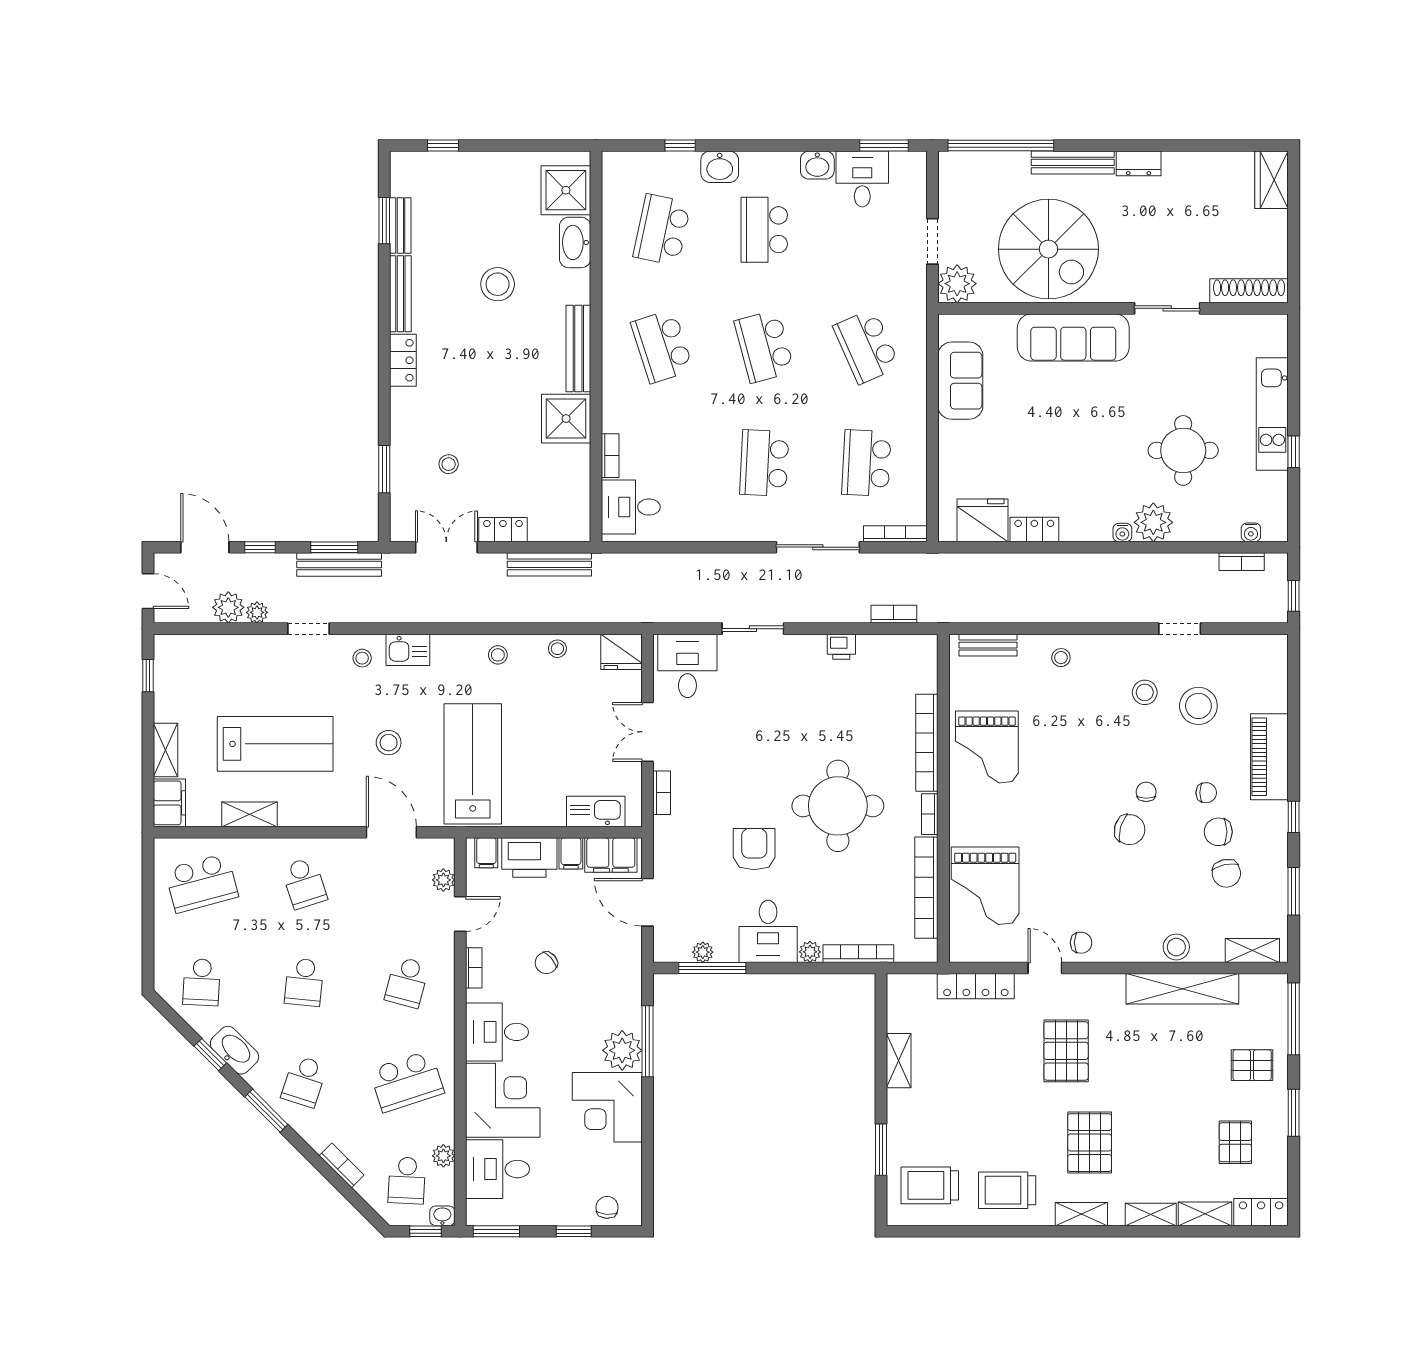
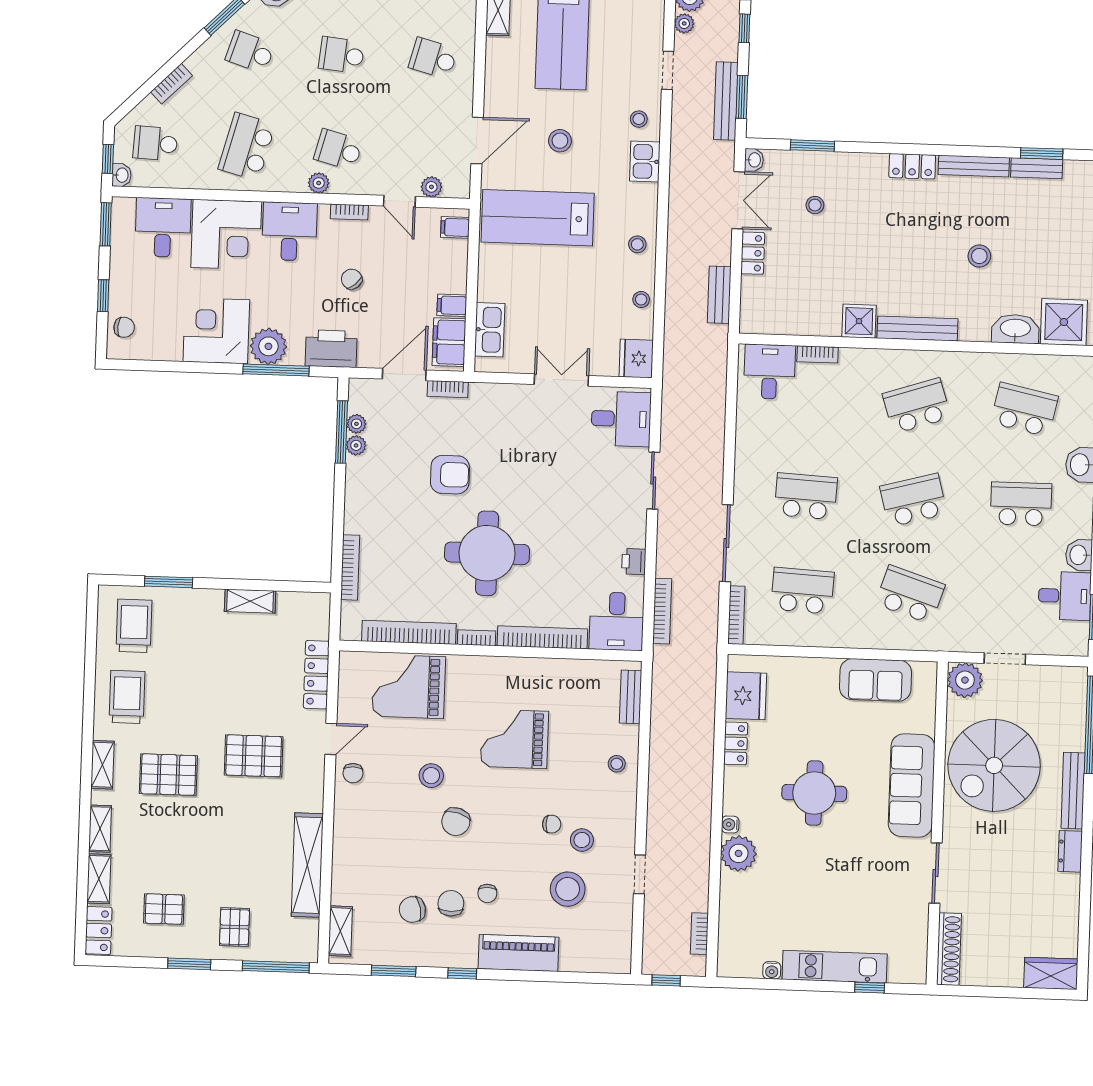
stool: (498, 284) -> (979, 256), width x0.73, depth x0.73
school desk: (866, 346) -> (910, 594), turned 42
shower: (566, 419) -> (859, 321), width x0.73, depth x0.73
round table: (1183, 450) -> (814, 793), moved
window: (1294, 452) -> (870, 988), moved
washbasin: (402, 532) -> (754, 160), added
water cooler: (1251, 532) -> (772, 970), moved, turned -90
bench: (549, 564) -> (719, 295), width x0.73
bookcase: (894, 614) -> (662, 611), width x1.56
grand piano: (987, 747) -> (514, 739), moved
lab bench: (473, 764) -> (538, 218), turned 180
chair: (1146, 792) -> (552, 824), moved
bookcase: (662, 793) -> (448, 389), moved
printer: (529, 857) -> (331, 349), moved, turned 90
school desk: (304, 883) -> (433, 58), turned 33
desk: (768, 931) -> (617, 621), moved, turned -90
stool: (1176, 947) -> (431, 776), moved
plant: (810, 952) -> (356, 445), moved
school desk: (407, 1081) -> (247, 147), turned 33
plant: (443, 1156) -> (319, 183), moved

